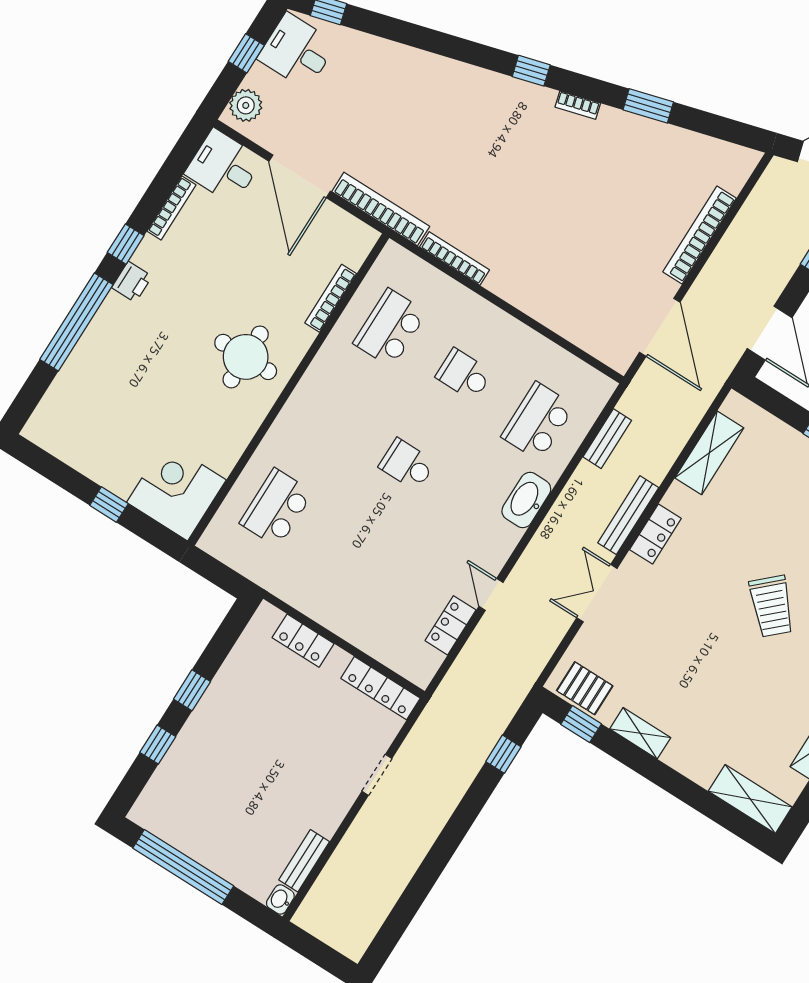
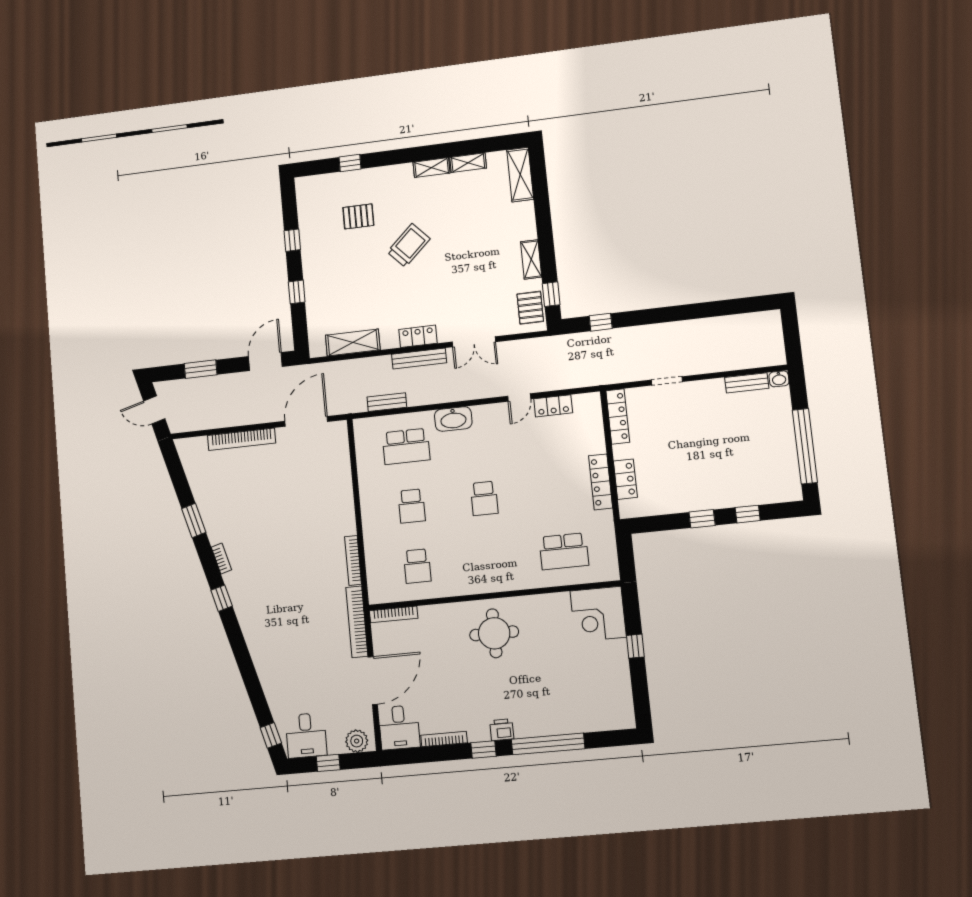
bookcase: (331, 298) -> (394, 614), moved
school desk: (390, 328) -> (417, 566), width x0.54
locker: (322, 611) -> (601, 482), added

